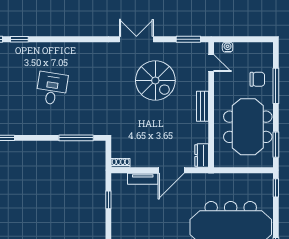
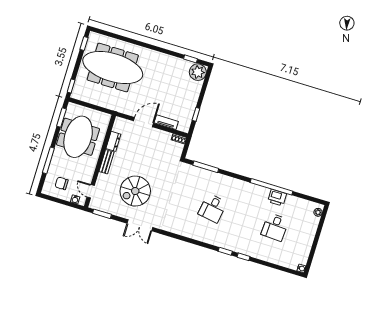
chair: (257, 79) -> (62, 183), moved
spiral stairs: (155, 80) -> (135, 191), turned -90
dresser: (202, 156) -> (113, 141), moved

